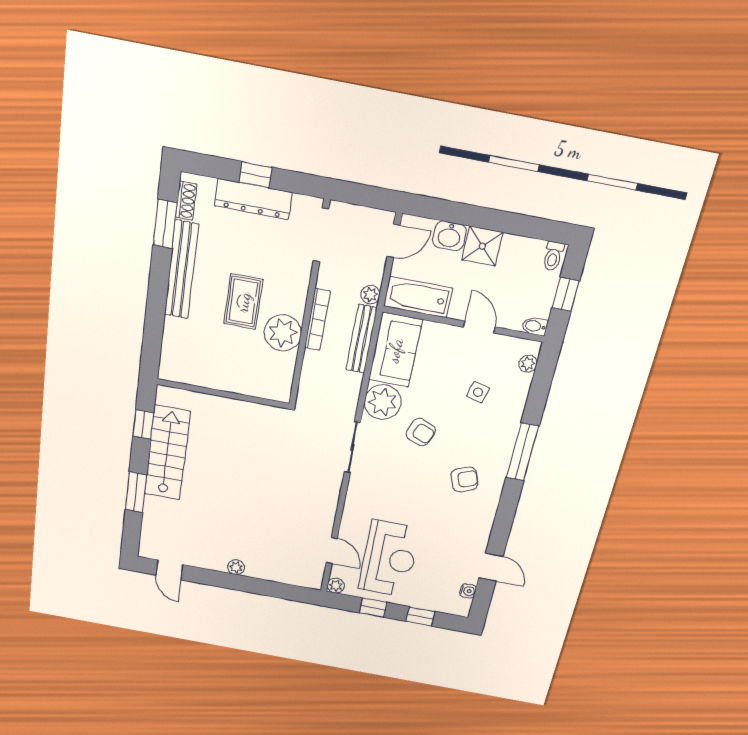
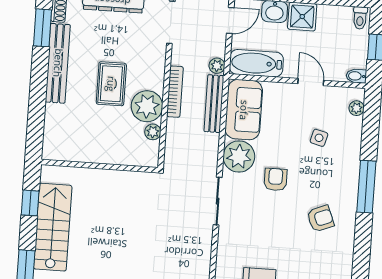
plant: (287, 363) -> (153, 132), added
armchair: (421, 432) -> (276, 179), turned -111

